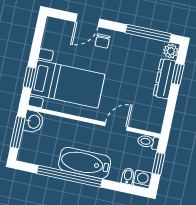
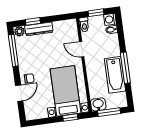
door: (87, 20) -> (19, 93), hinge flipped
bathtub: (85, 163) -> (115, 75), moved
window: (69, 176) -> (125, 68), width x0.68

